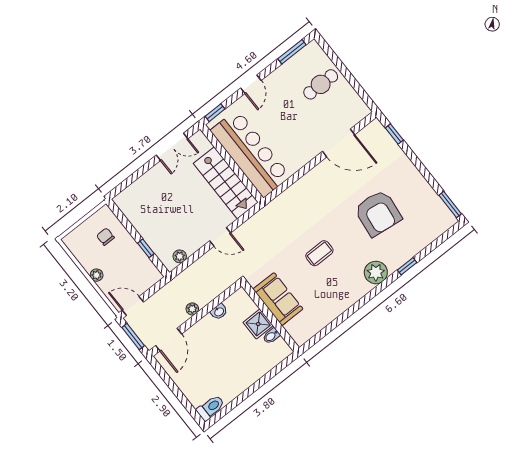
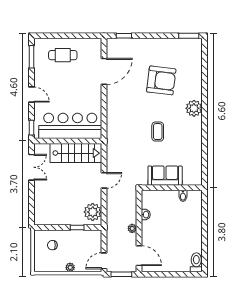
cafe table: (321, 84) -> (63, 55), turned 90
plant: (180, 256) -> (93, 212), width x1.88, depth x1.88
window: (407, 266) -> (204, 88), removed
shower: (258, 324) -> (170, 198), removed

